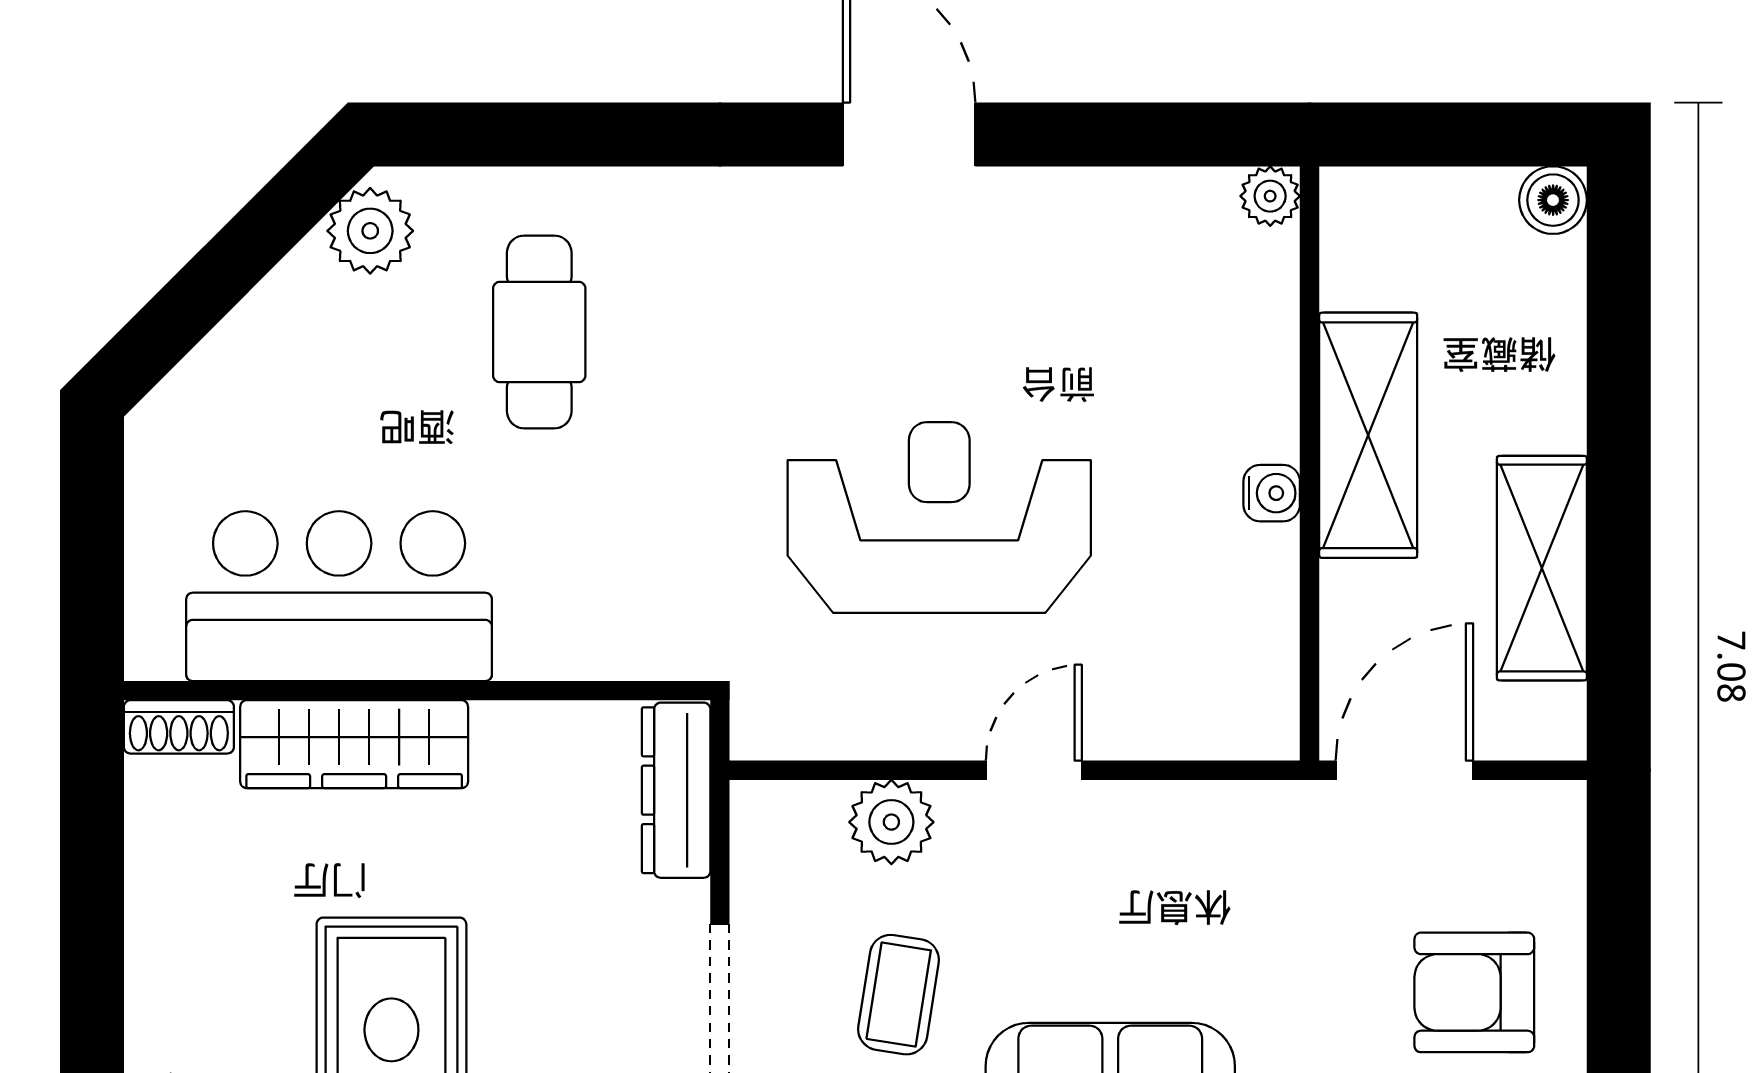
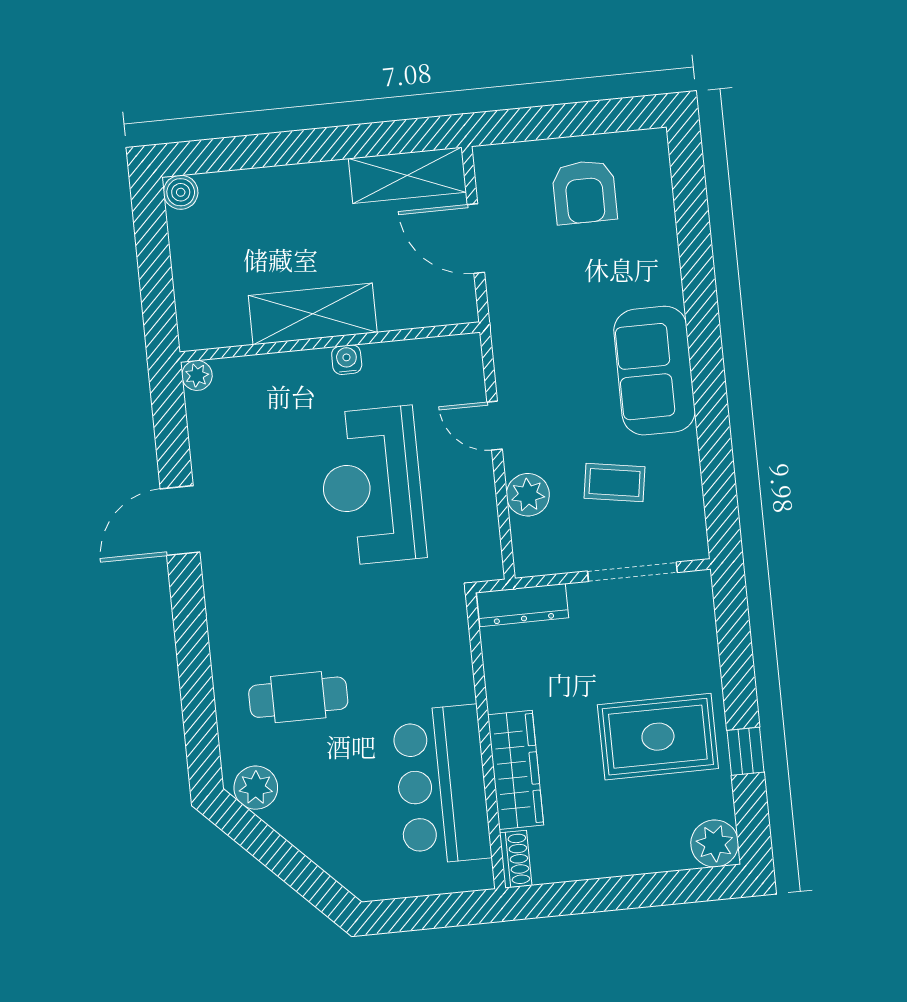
plant: (1270, 196) -> (197, 375), moved
shelving: (1368, 435) -> (313, 314), moved
wall: (1310, 463) -> (330, 342), moved
water cooler: (1272, 493) -> (347, 360), moved
shelving: (1542, 568) -> (407, 175), moved

